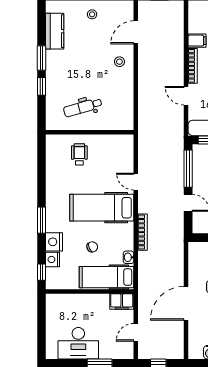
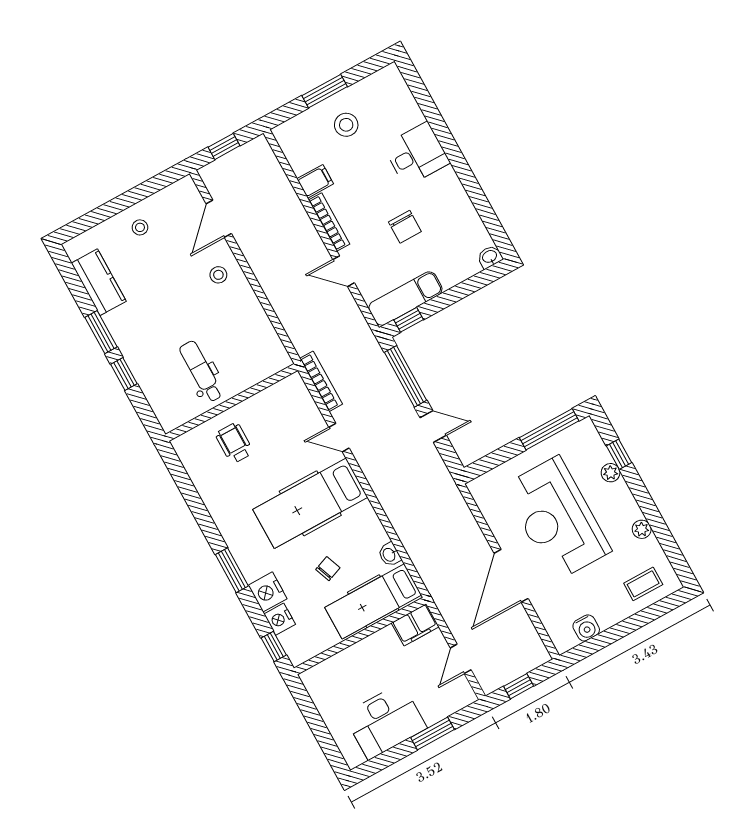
dental chair: (83, 107) -> (201, 371), turned 106
bookcase: (143, 232) -> (321, 381), moved

